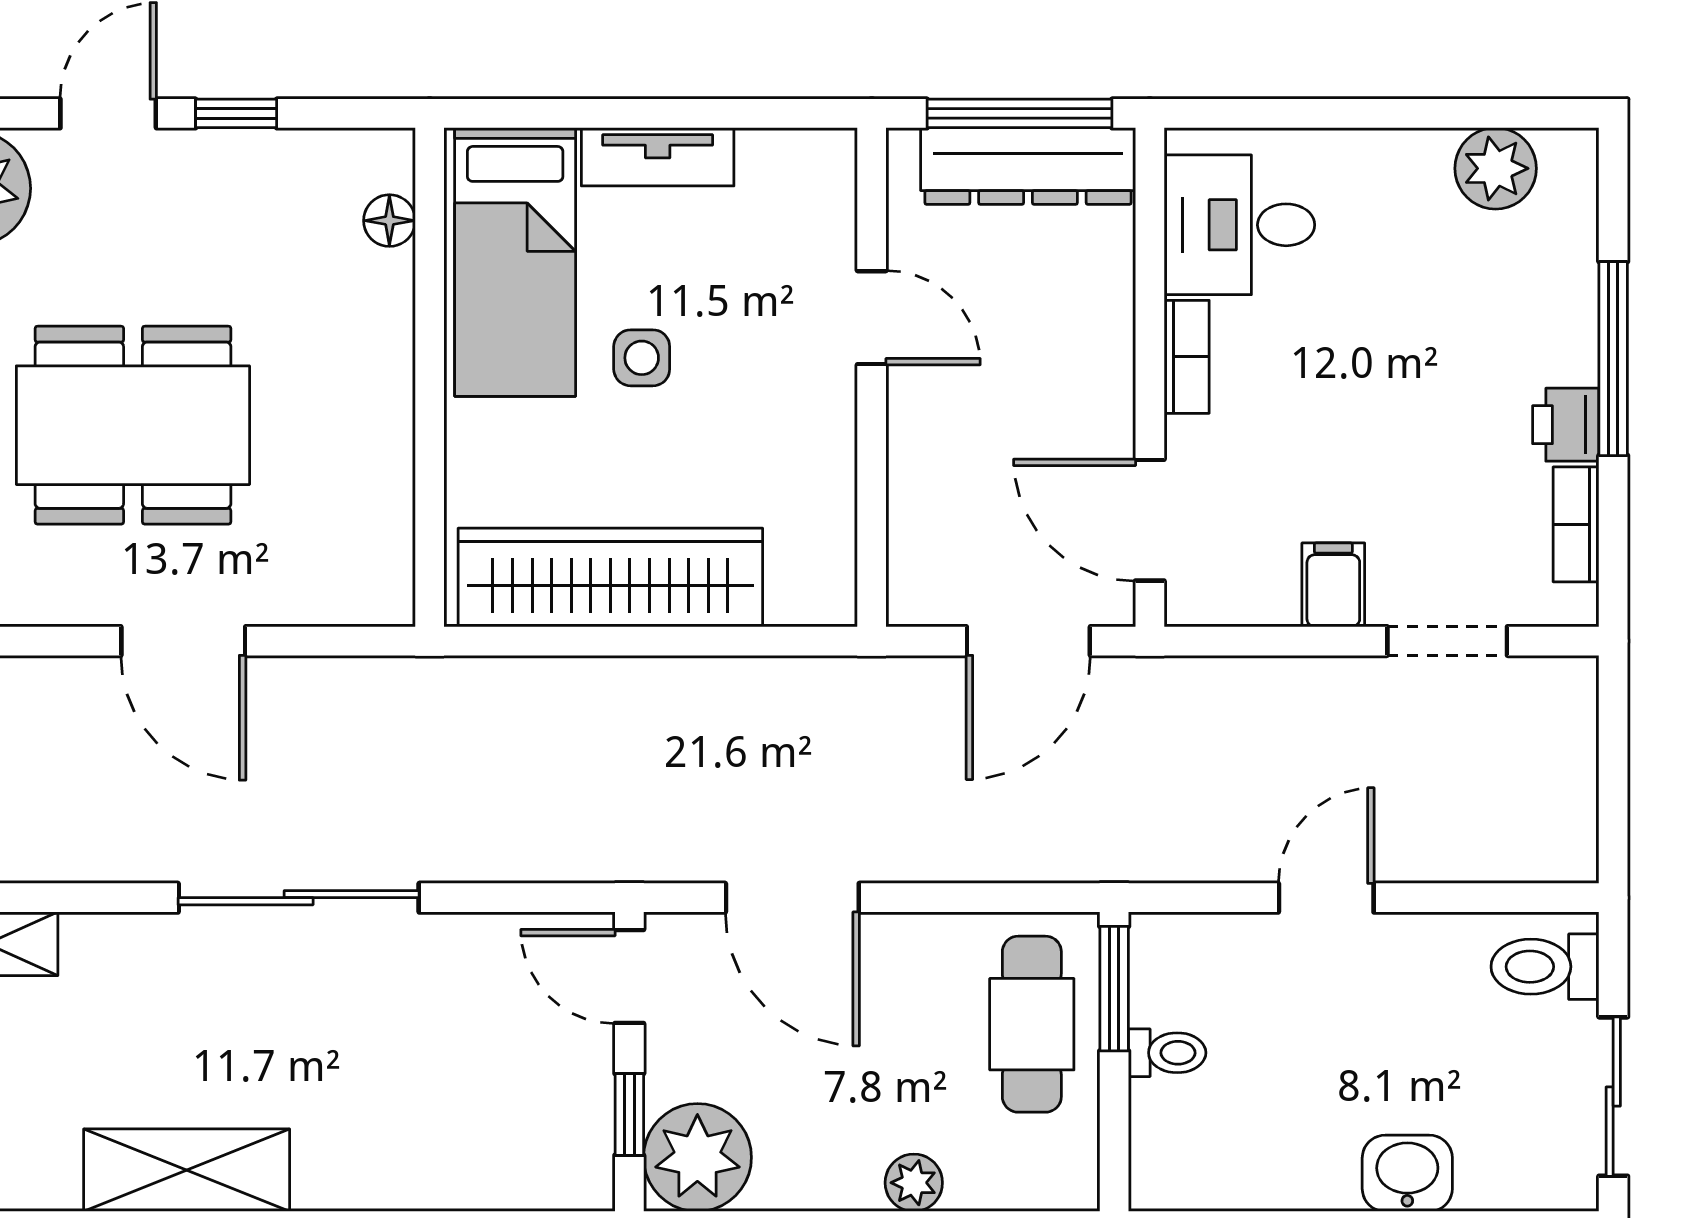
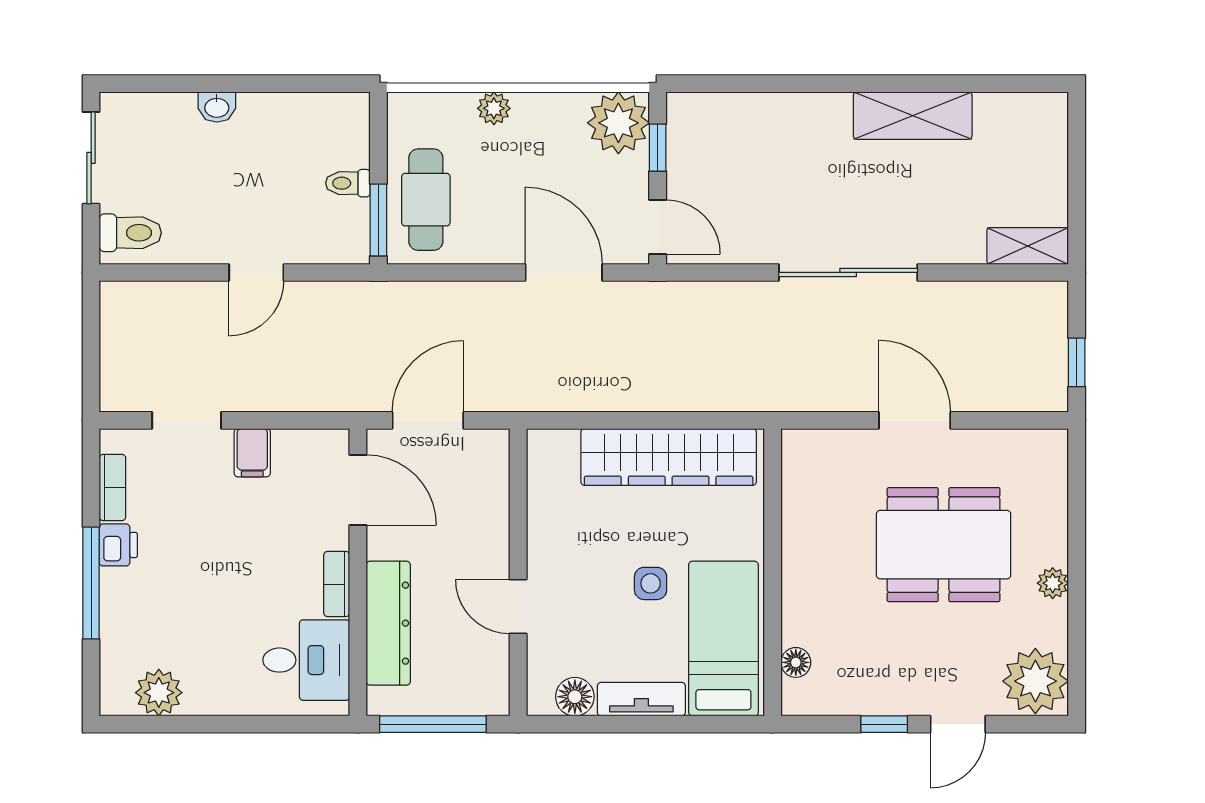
floor lamp: (773, 161) -> (575, 697), added
dresser: (1028, 166) -> (388, 623), moved, turned 90
washbasin: (1407, 1173) -> (217, 107), width x0.72, depth x0.69

